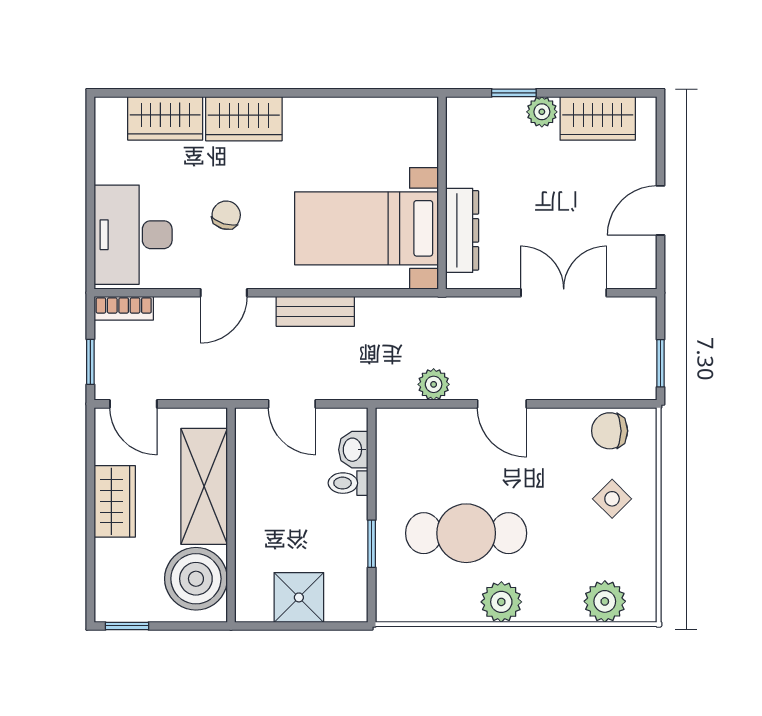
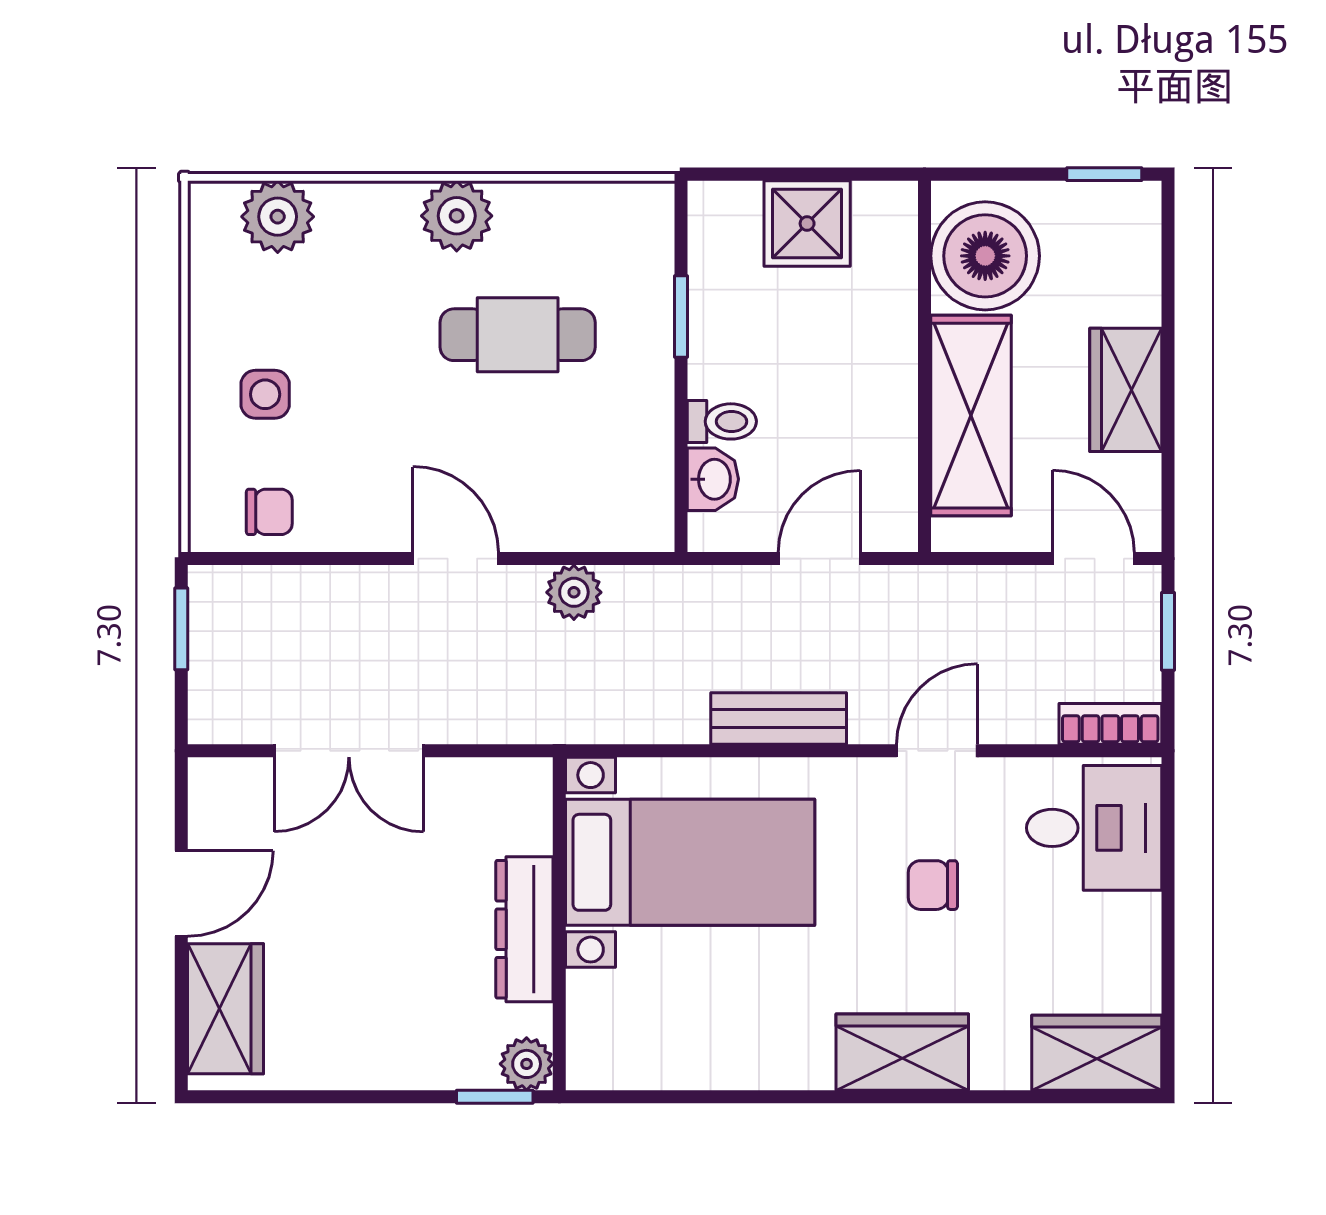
window: (514, 93) -> (495, 1097), moved
plant: (542, 112) -> (527, 1064), moved
wardrobe: (165, 118) -> (1097, 1053), moved
wardrobe: (598, 118) -> (225, 1009), moved, turned 90
chair: (226, 215) -> (933, 885), turned 73
dresser: (462, 230) -> (524, 929), moved
desk: (133, 235) -> (1094, 828), width x0.73
door: (292, 404) -> (819, 559), hinge flipped
chair: (610, 431) -> (269, 512), width x0.73, depth x0.73
side table: (612, 499) -> (265, 394), turned 45
cafe table: (466, 533) -> (518, 335), width x0.73, depth x0.74

